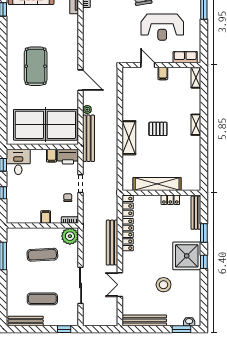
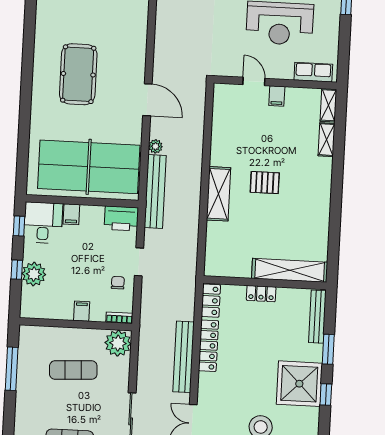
shelving: (196, 125) -> (327, 140), moved
filing cabinet: (52, 156) -> (71, 214), moved
shelving: (157, 184) -> (290, 270), moved
plant: (14, 195) -> (34, 274), added
locker: (170, 200) -> (261, 294), moved

